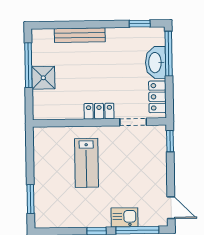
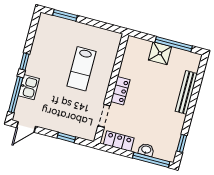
washbasin: (156, 63) -> (146, 150), width x0.52, depth x0.69
window: (170, 141) -> (66, 137), moved
lab bench: (86, 163) -> (81, 69), turned -90

